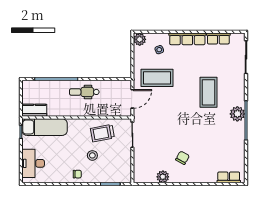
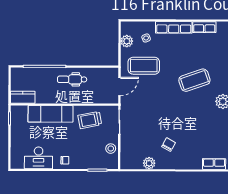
plant: (140, 39) -> (127, 41), moved
coffee table: (209, 92) -> (194, 80), turned 71
exam couch: (45, 127) -> (51, 114), moved
stool: (92, 155) -> (111, 149), moved
desk: (33, 163) -> (38, 158), moved, turned -90

